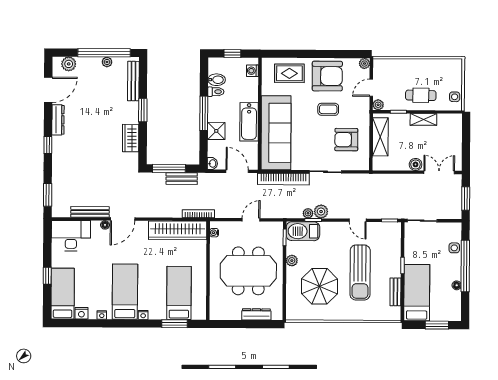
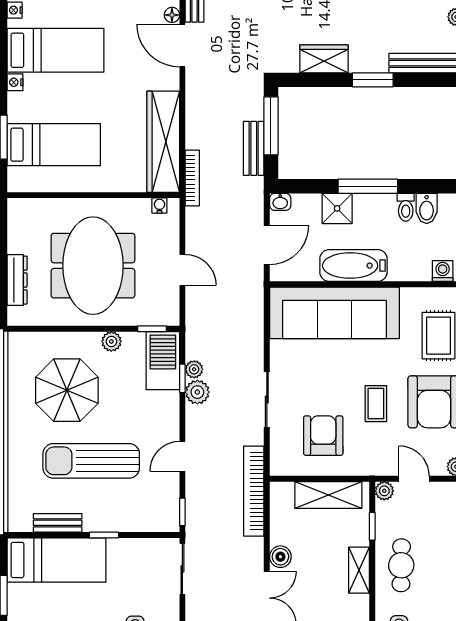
bookcase: (283, 179) -> (254, 491), moved

